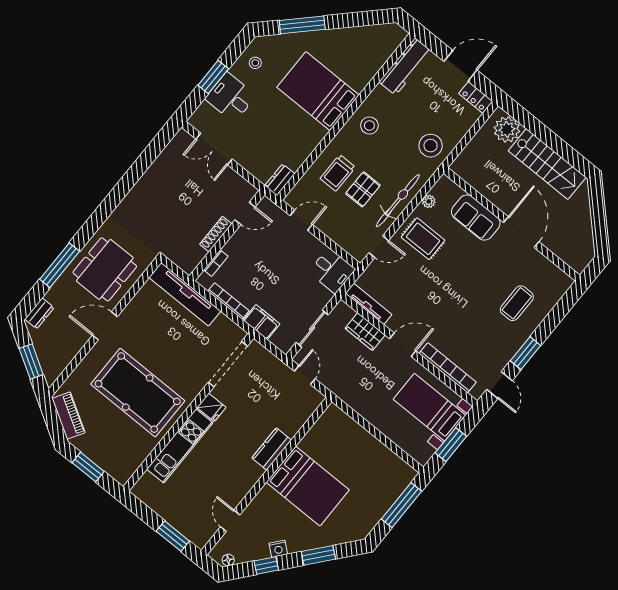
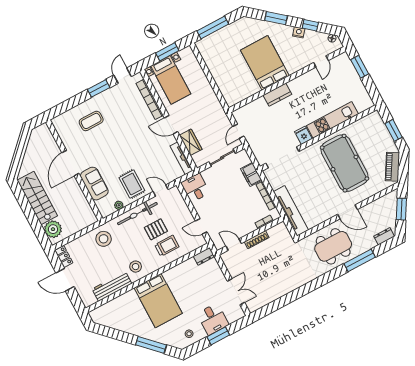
workbench: (405, 67) -> (112, 286), moved

